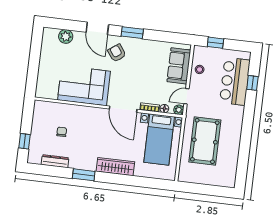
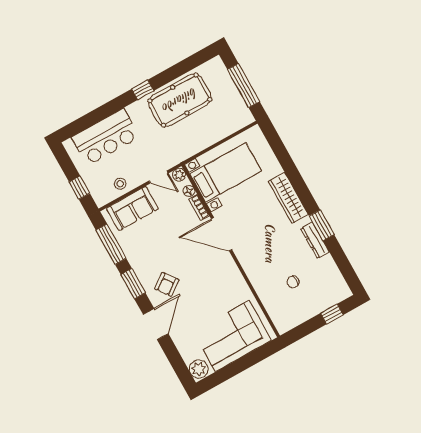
plant: (66, 36) -> (199, 369), moved
window: (166, 37) -> (111, 244), added
window: (252, 83) -> (143, 90), moved
corner sofa: (84, 86) -> (232, 336), moved, turned 90
door: (123, 109) -> (221, 234), swing flipped
pool table: (205, 141) -> (180, 100), moved
dresser: (55, 161) -> (315, 240), moved
window: (205, 189) -> (244, 86), added

